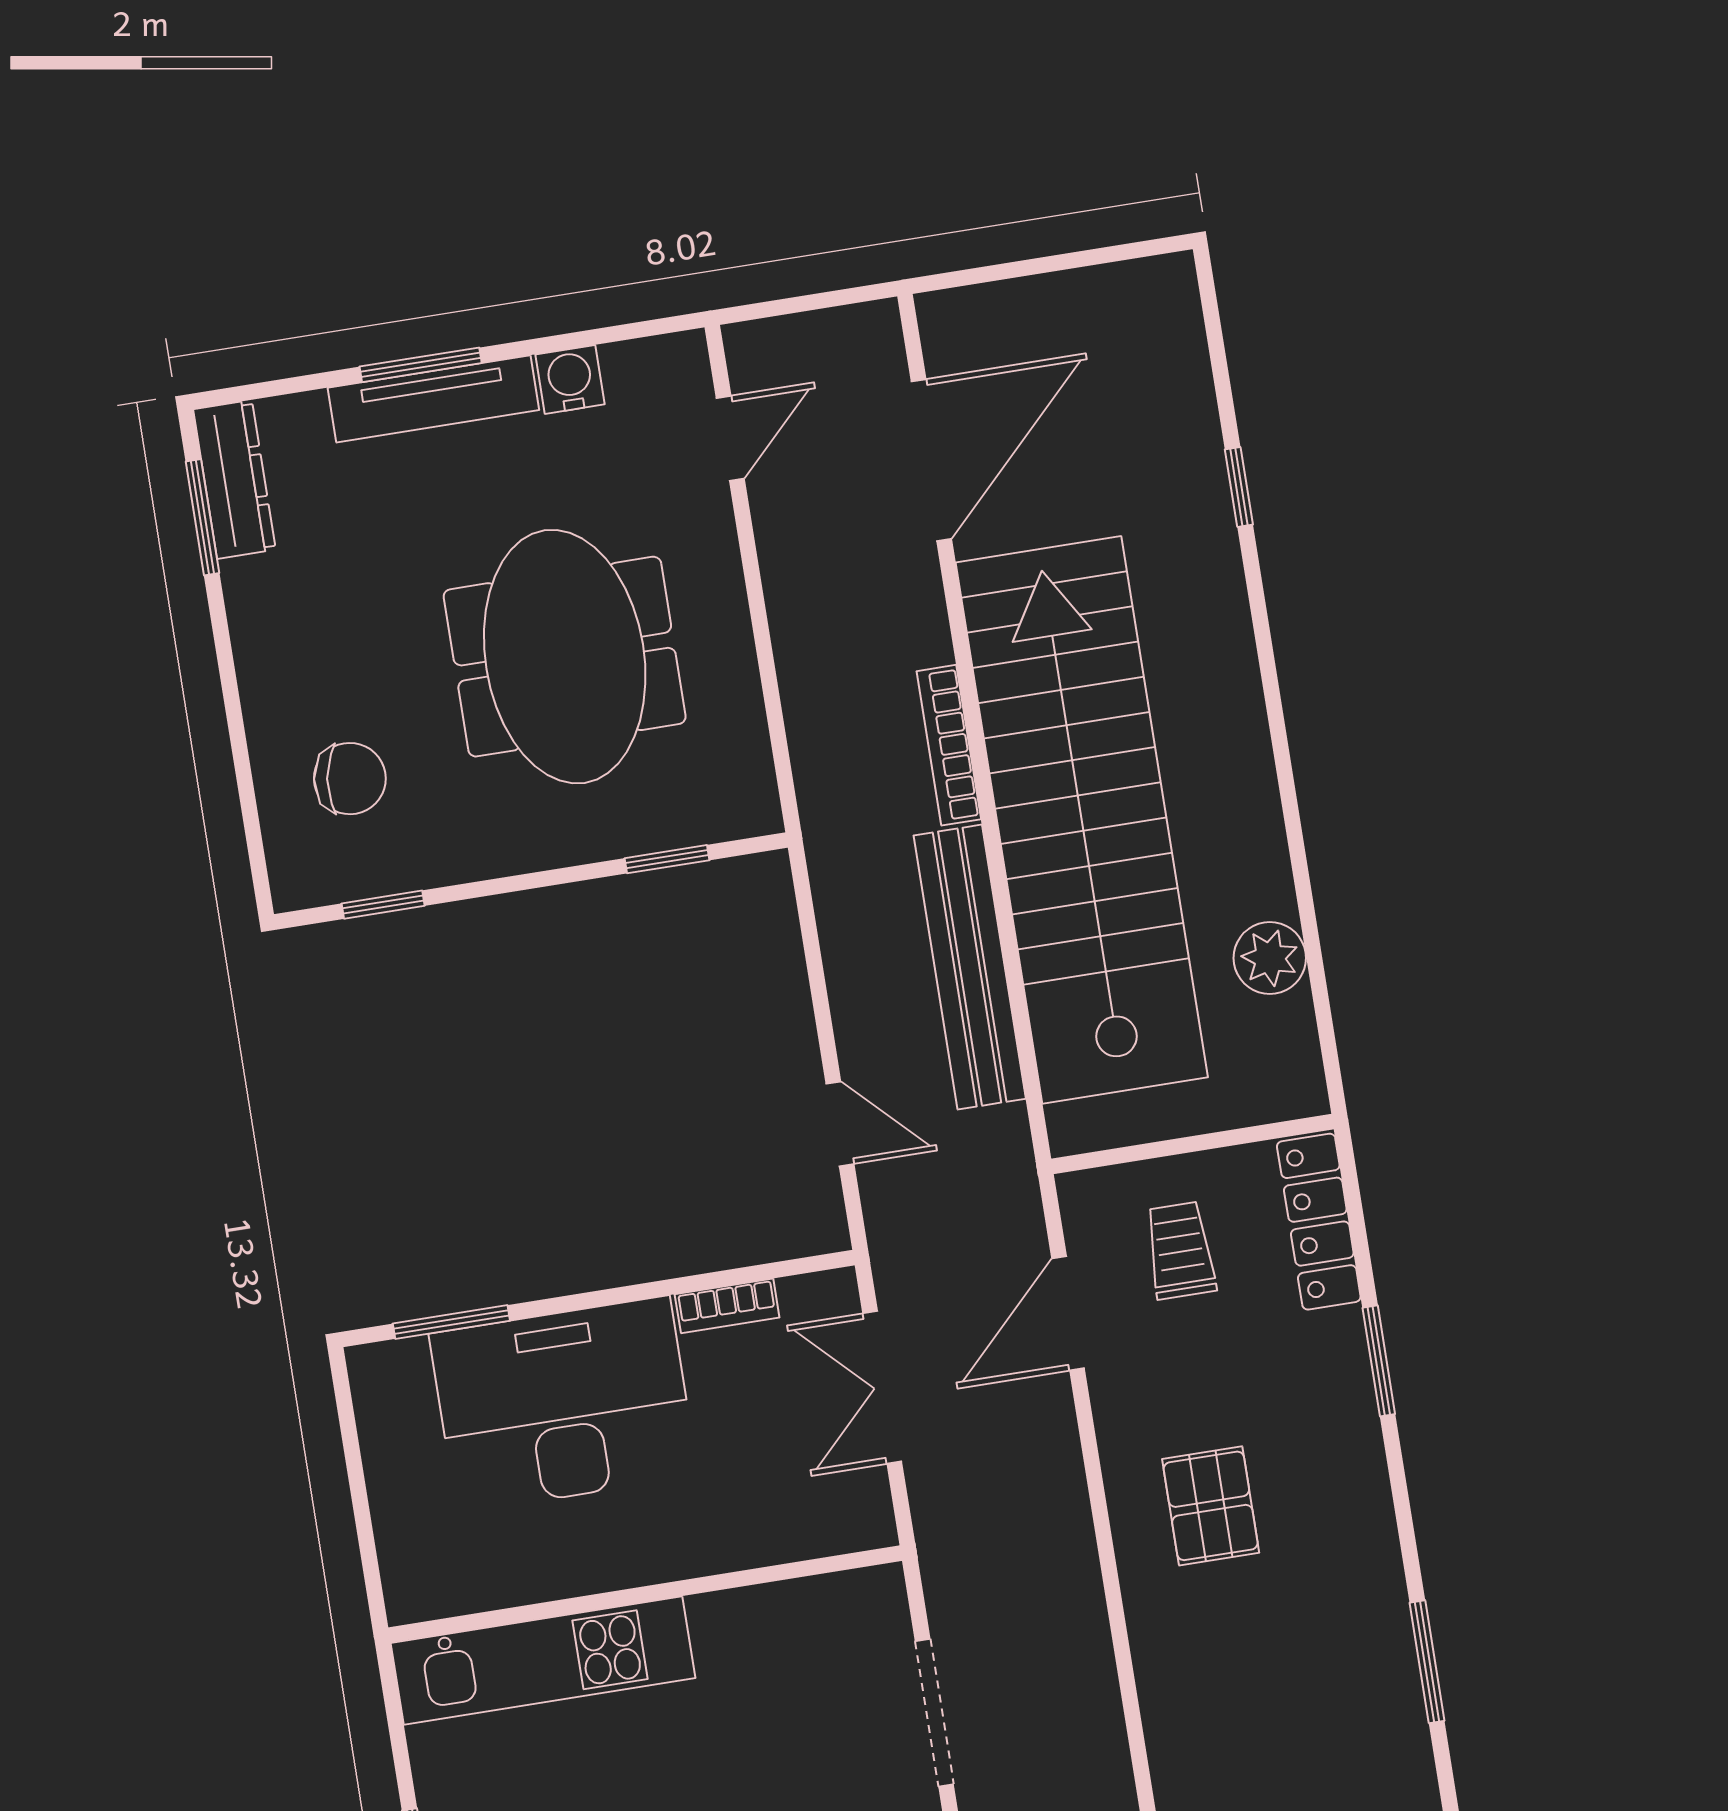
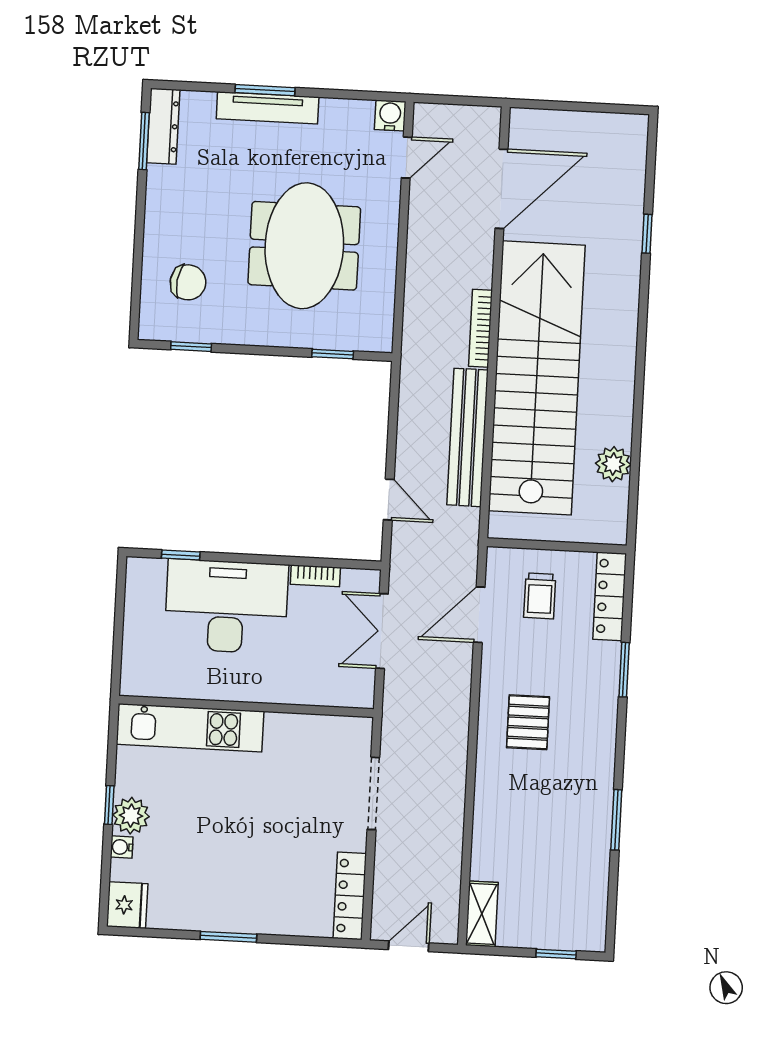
water cooler: (570, 379) -> (390, 115), moved
trolley: (1180, 1250) -> (540, 596), turned 180
window: (451, 1322) -> (181, 555), width x0.67

